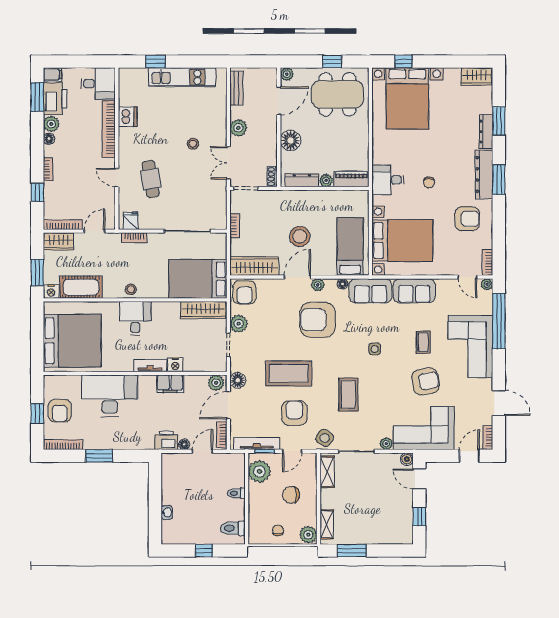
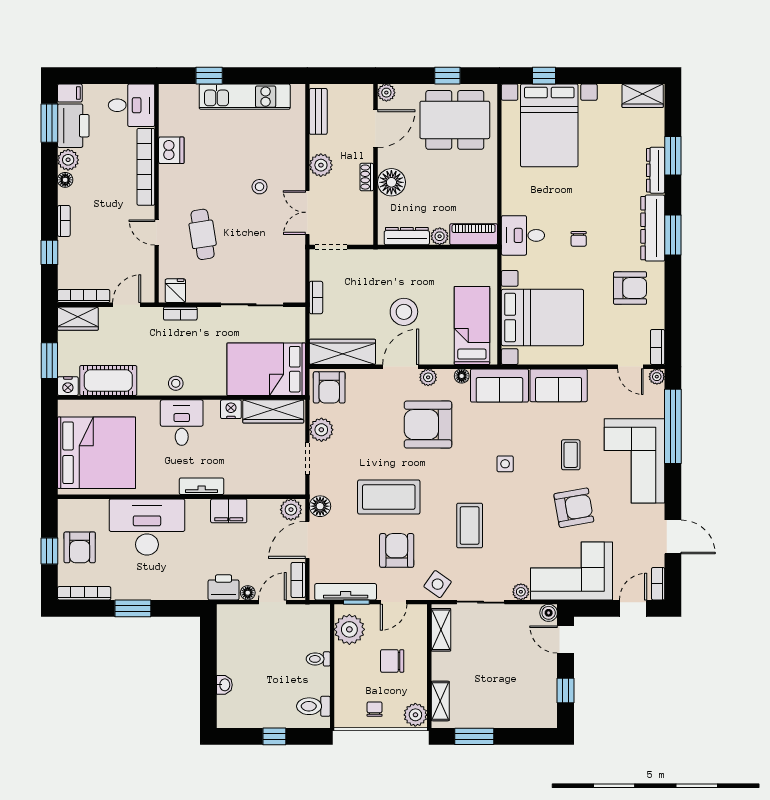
shoe rack: (272, 177) -> (367, 177), moved
nightstand: (175, 365) -> (231, 409), moved, turned 180

